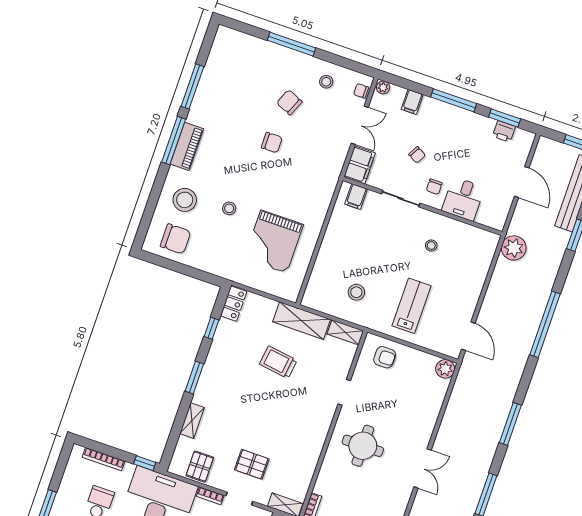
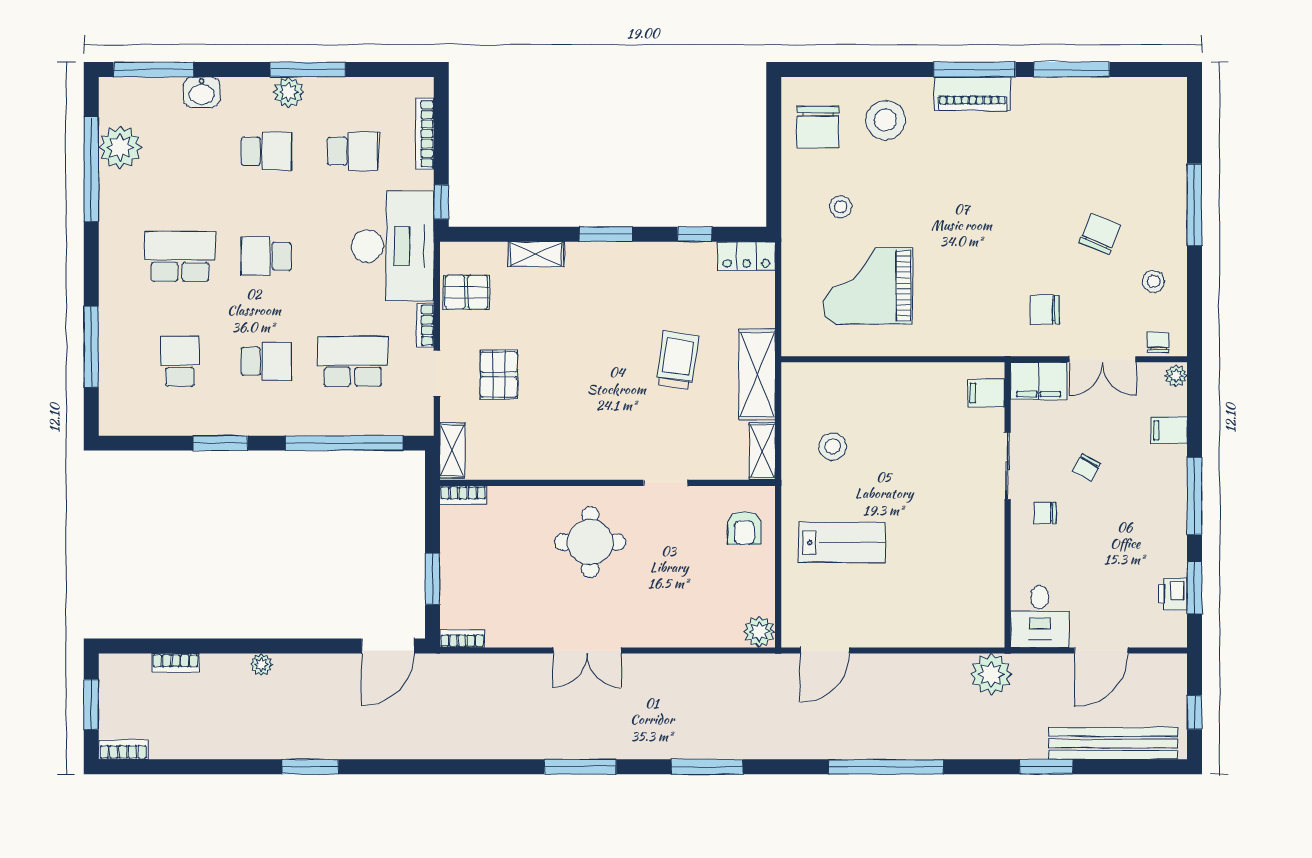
chair: (272, 143) -> (1045, 310), moved, turned 90
desk: (463, 199) -> (1040, 616), moved, turned -90
stool: (229, 208) -> (841, 207), moved
stool: (431, 245) -> (949, 541), removed

